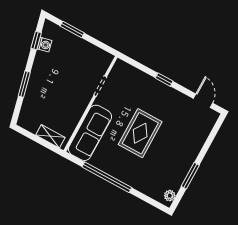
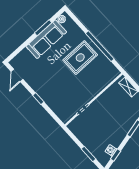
sofa: (90, 133) -> (46, 39), moved, turned 180
rug: (140, 133) -> (80, 58), moved

